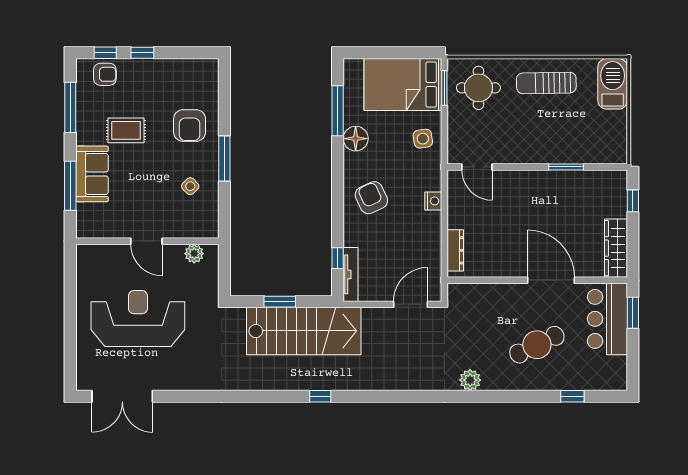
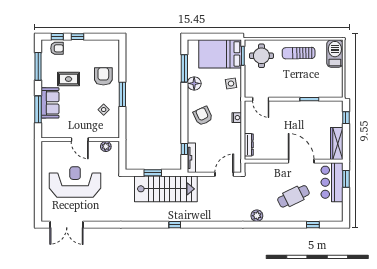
armchair: (190, 125) -> (103, 76), turned 180

